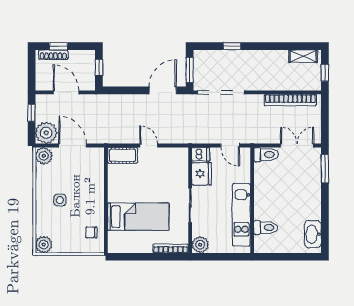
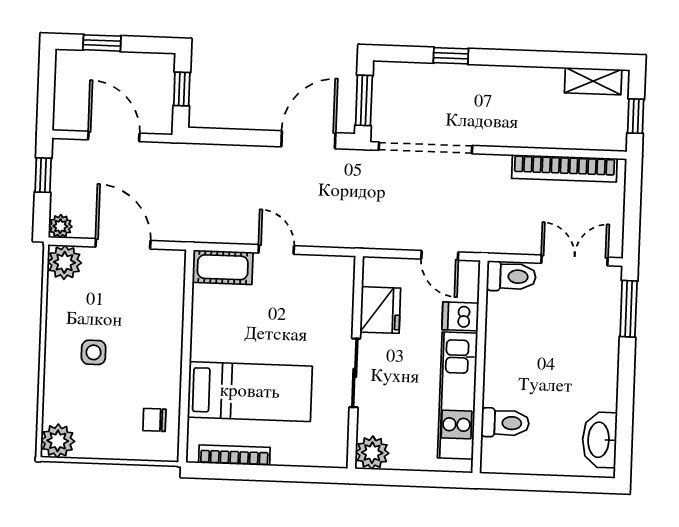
shoe rack: (53, 55) -> (91, 60), removed
plant: (46, 133) -> (60, 226), width x0.53, depth x0.53
dishwasher: (201, 154) -> (460, 316), moved, turned 180
bookcase: (171, 248) -> (234, 455), moved

